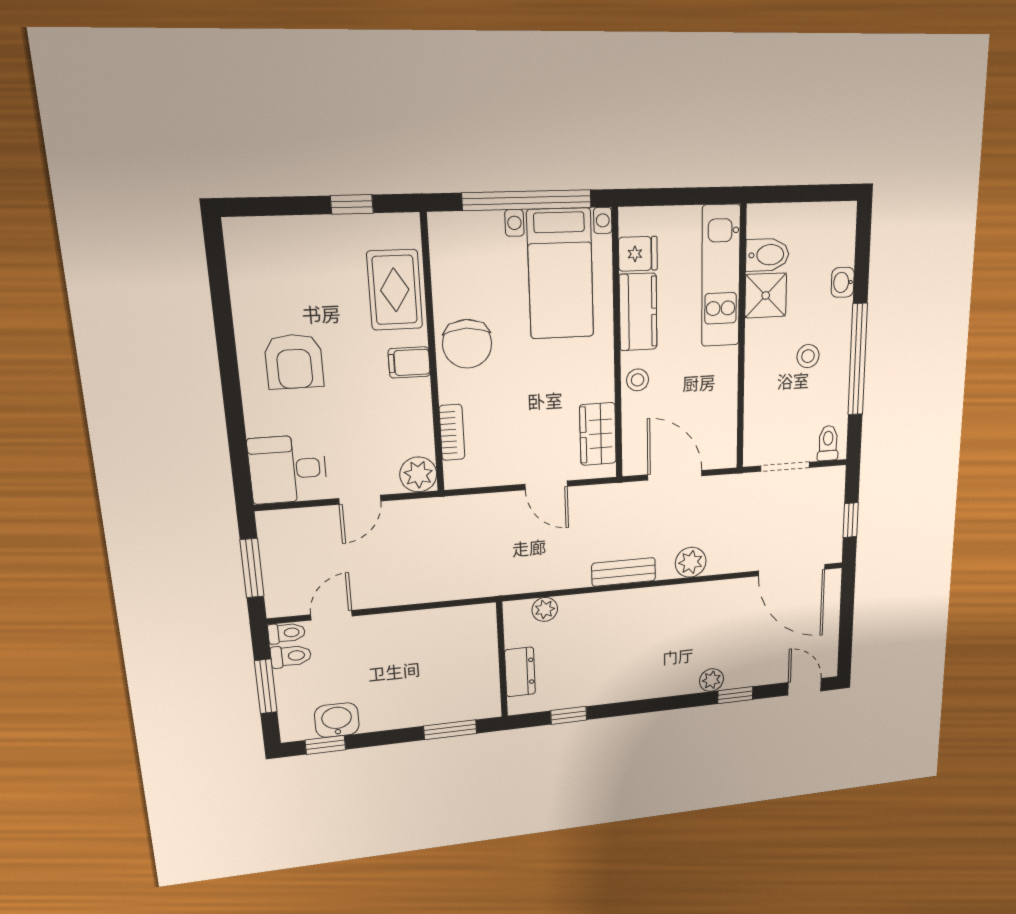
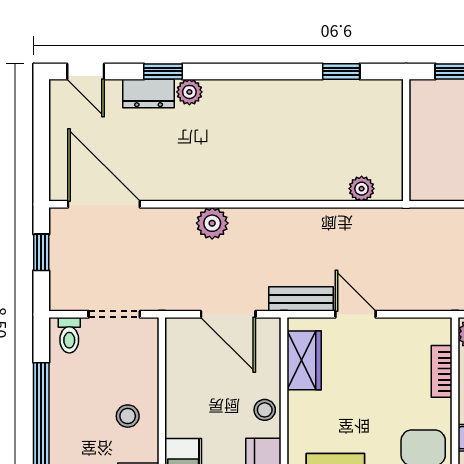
stool: (808, 356) -> (128, 416), moved
bench: (624, 572) -> (301, 299), moved
dresser: (520, 672) -> (149, 93), moved, turned -90

